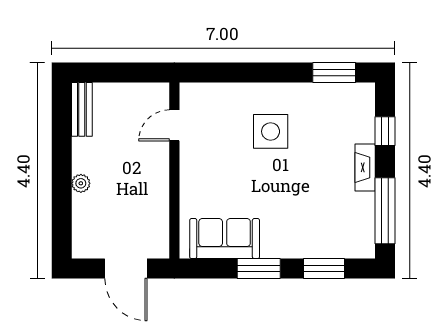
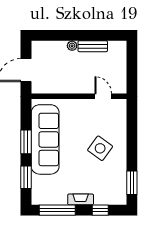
bench: (82, 109) -> (93, 46), moved
side table: (271, 131) -> (100, 148), turned 36
sofa: (225, 239) -> (45, 139), width x1.85, depth x1.27

